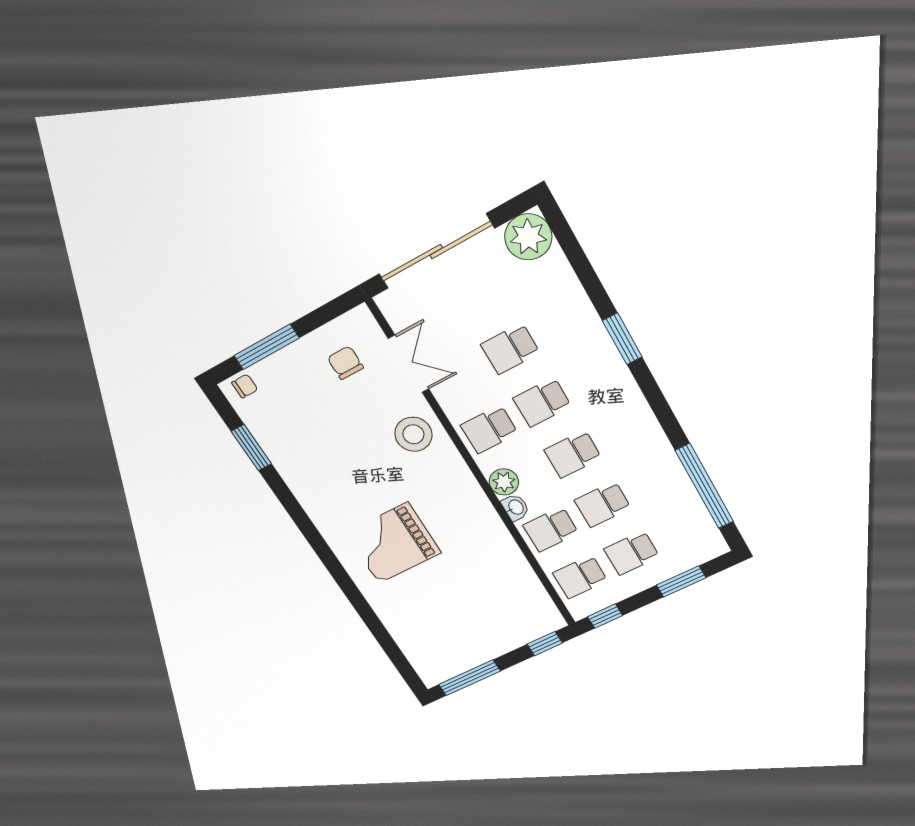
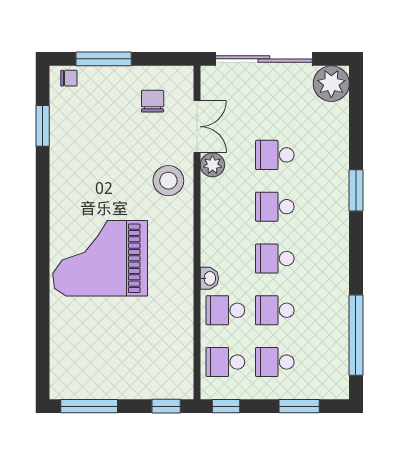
school desk: (489, 429) -> (225, 207), removed
plant: (504, 482) -> (212, 165), moved
grand piano: (393, 543) -> (100, 258), width x1.37, depth x1.48

